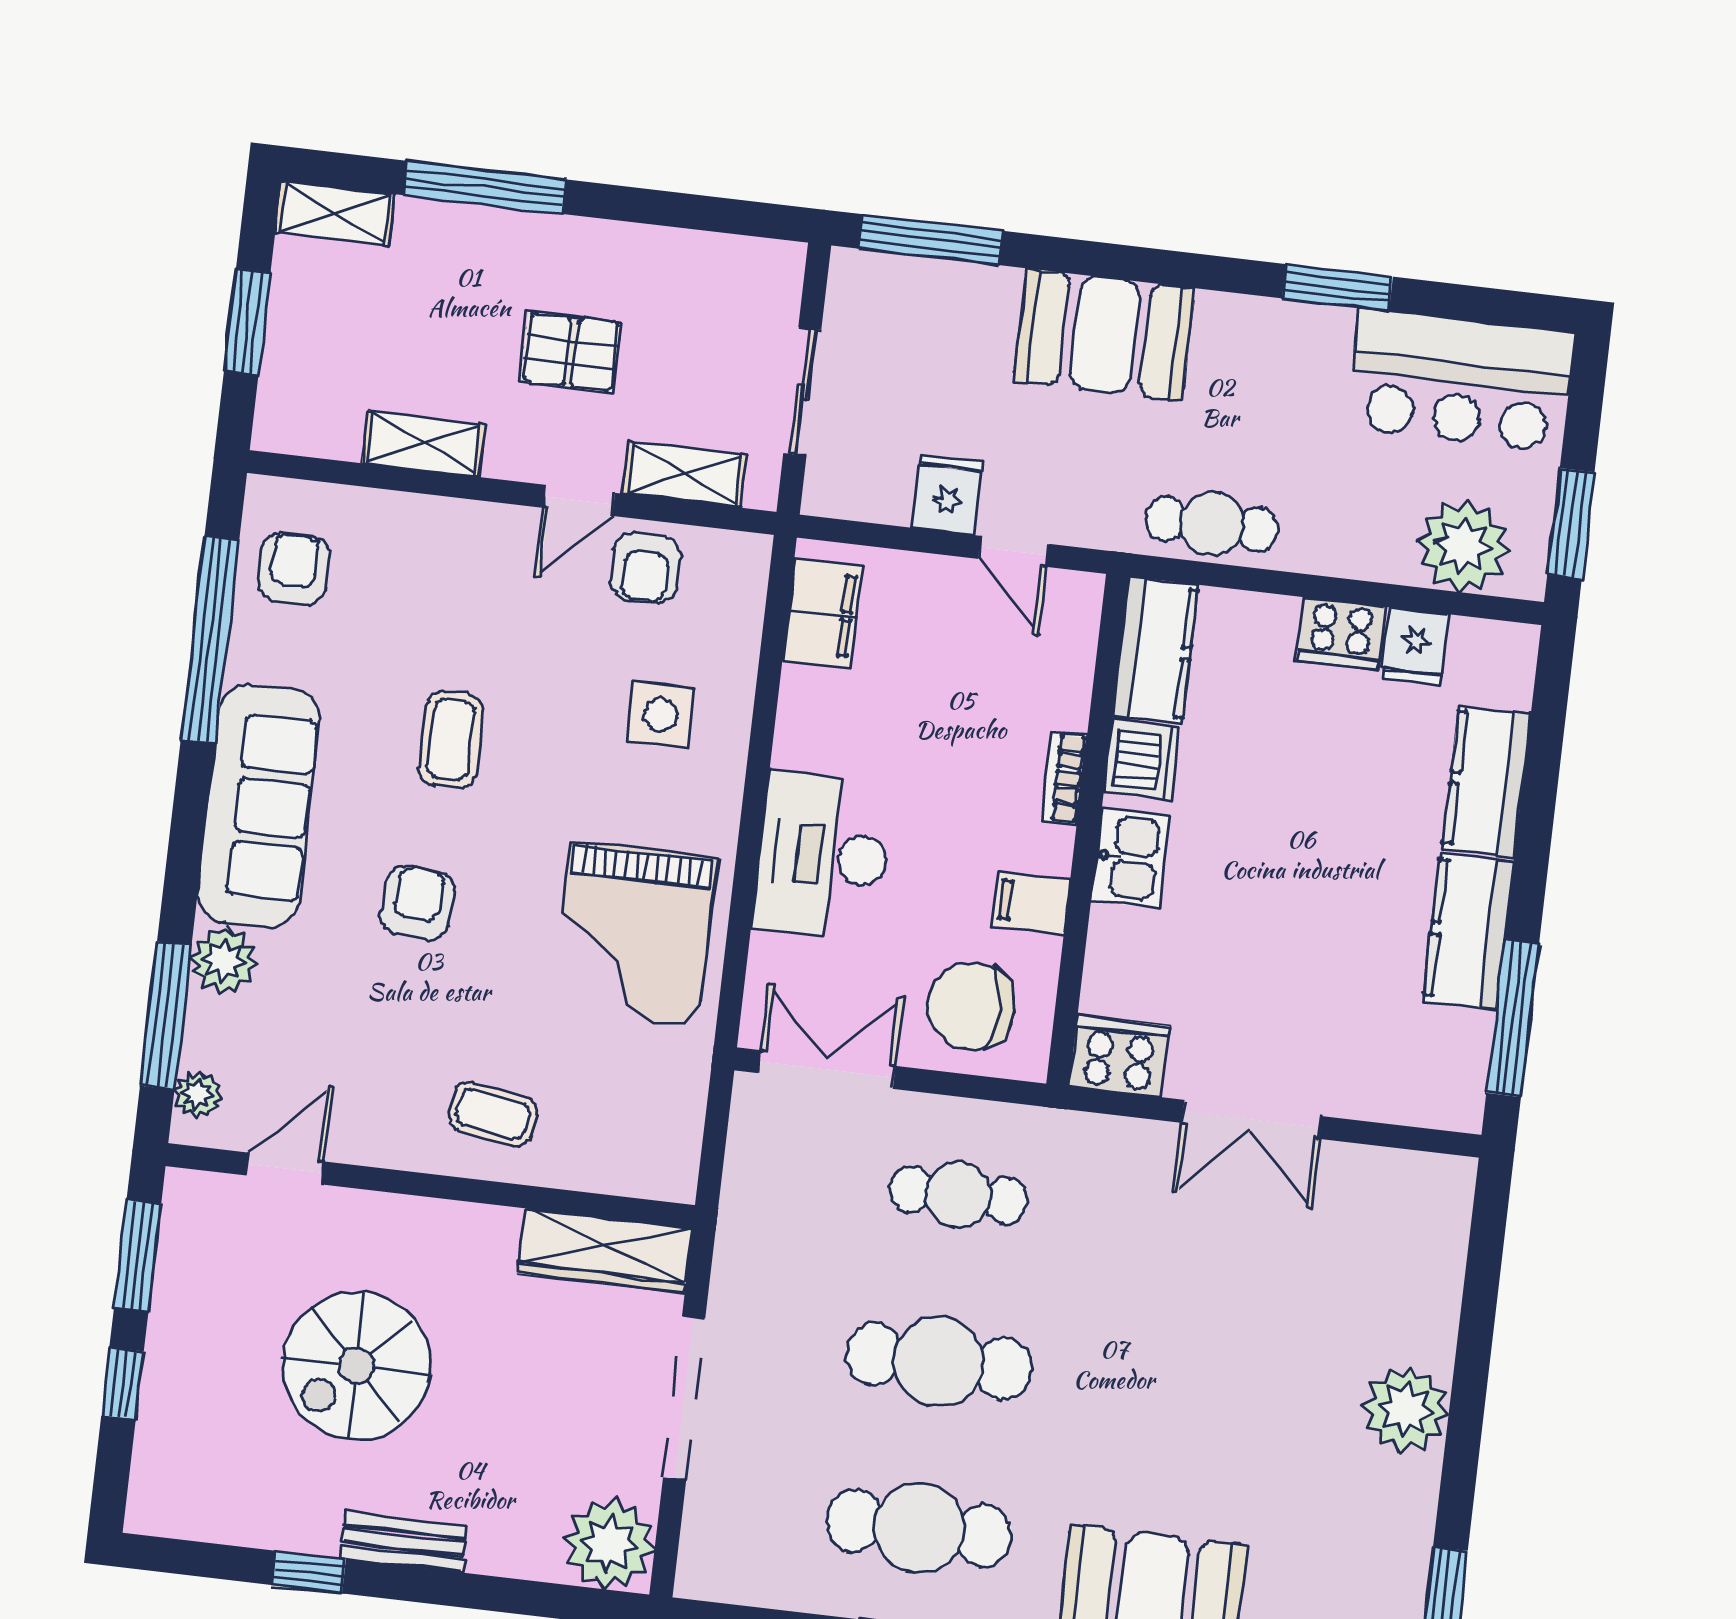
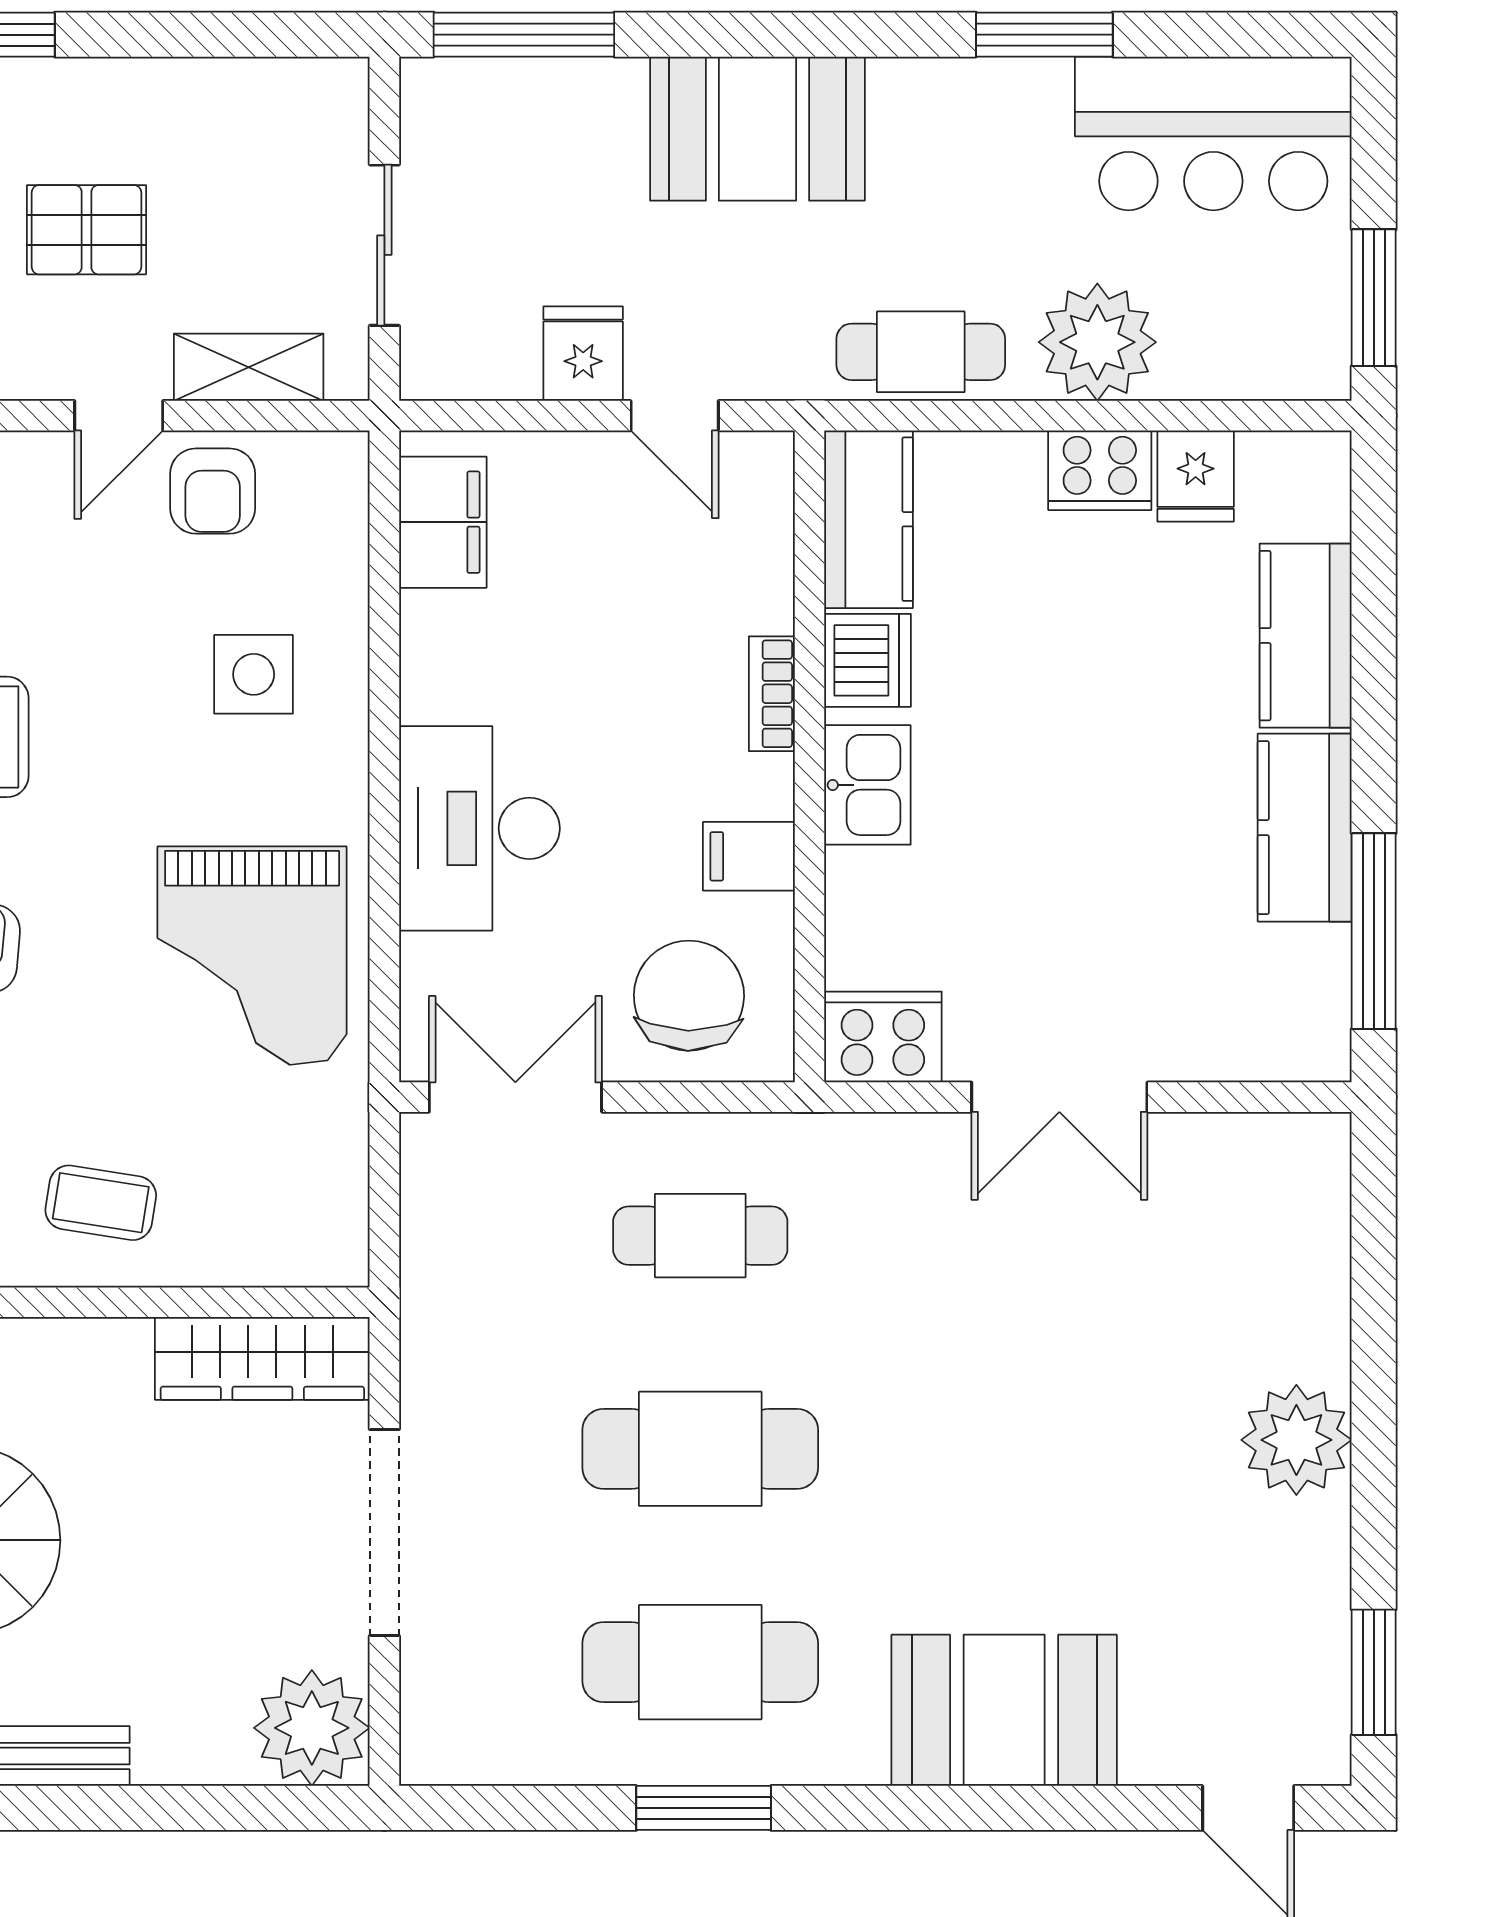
plant: (1463, 546) -> (1097, 342), moved
chair: (971, 1006) -> (689, 996), turned 91

